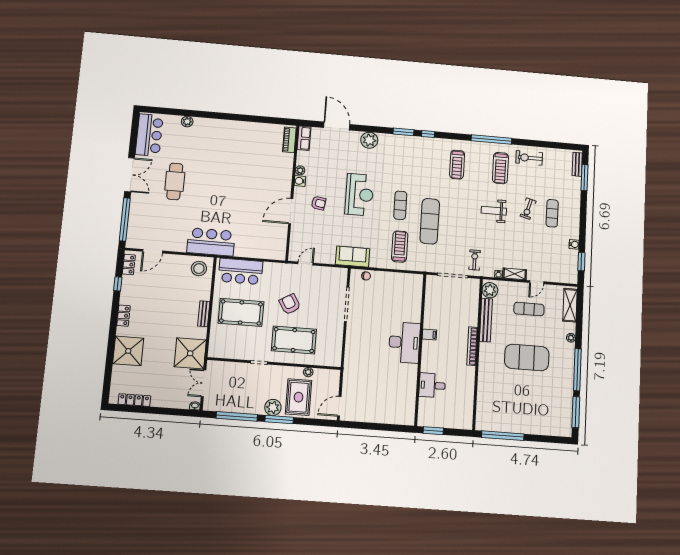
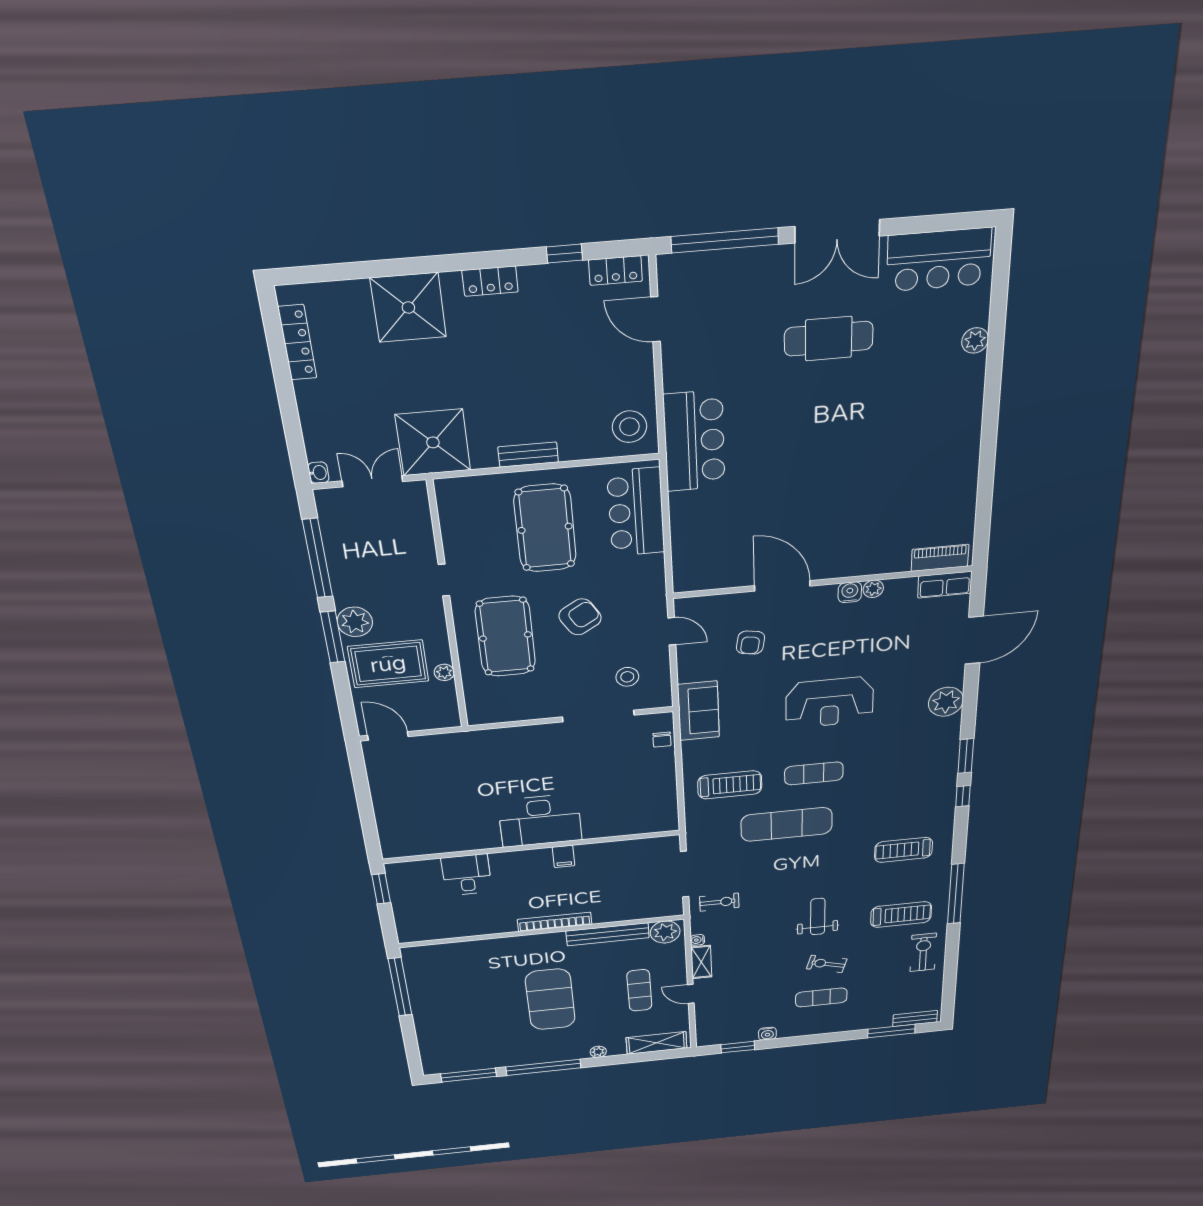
treadmill: (500, 168) -> (901, 915), turned 180
armchair: (319, 203) -> (750, 643), moved
stool: (327, 287) -> (627, 677), added

